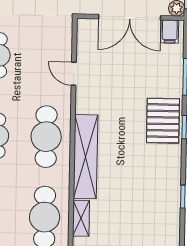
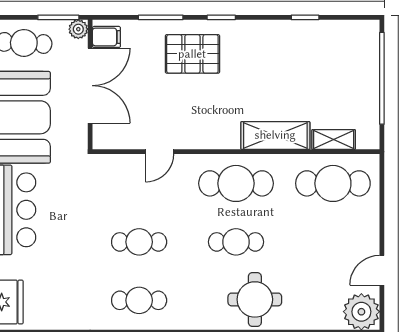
pallet: (163, 121) -> (192, 54), moved
shelving: (86, 157) -> (275, 135), width x0.68

